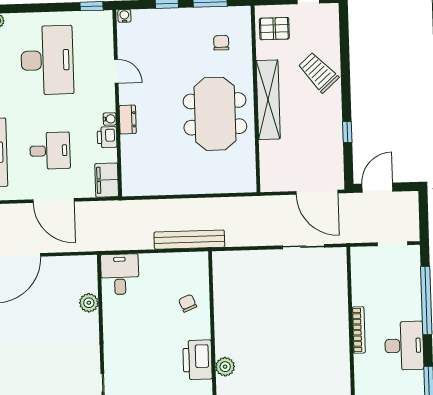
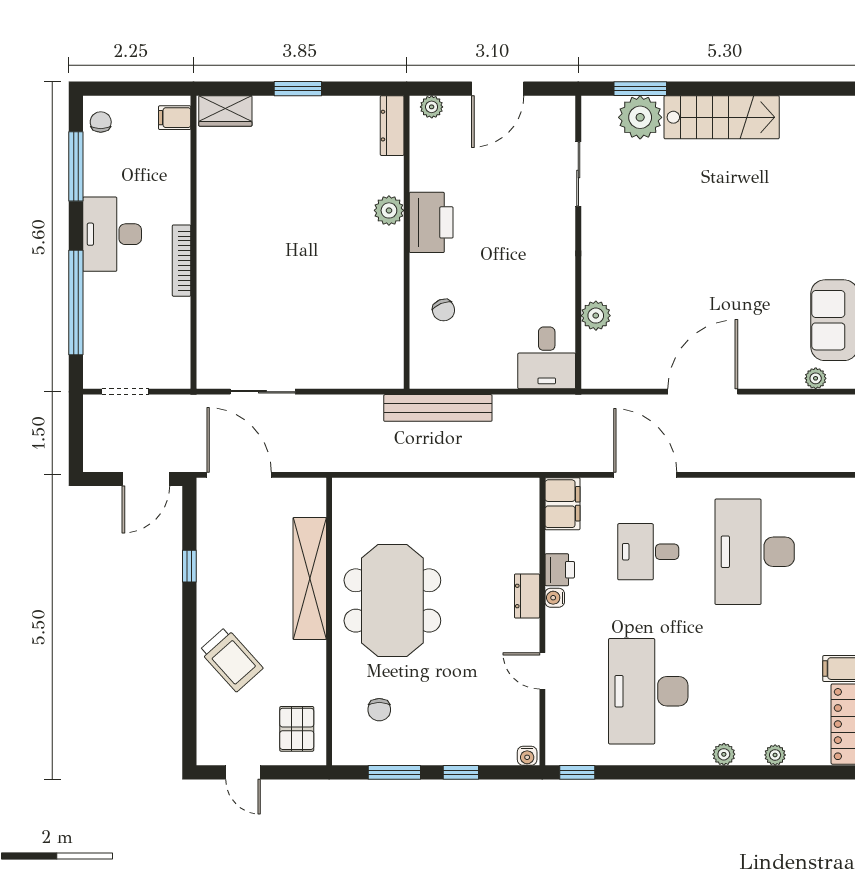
pallet: (274, 29) -> (297, 729), turned 90
shelving: (268, 100) -> (310, 579), moved

